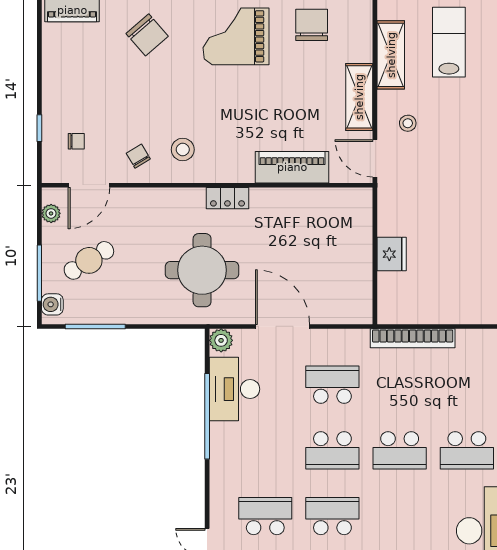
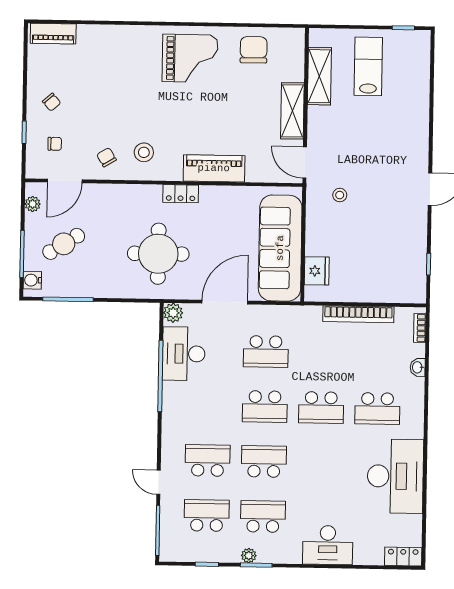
chair: (147, 35) -> (52, 102), moved, width x0.54, depth x0.54
grand piano: (236, 36) -> (190, 58), turned 180
stool: (408, 123) -> (340, 195), moved
piano: (292, 167) -> (214, 168), moved
fridge: (392, 254) -> (317, 271), moved
sofa: (348, 261) -> (280, 248), added
door: (282, 326) -> (225, 302), hinge flipped
bookcase: (413, 338) -> (358, 314), moved
school desk: (332, 385) -> (266, 351), turned 180

